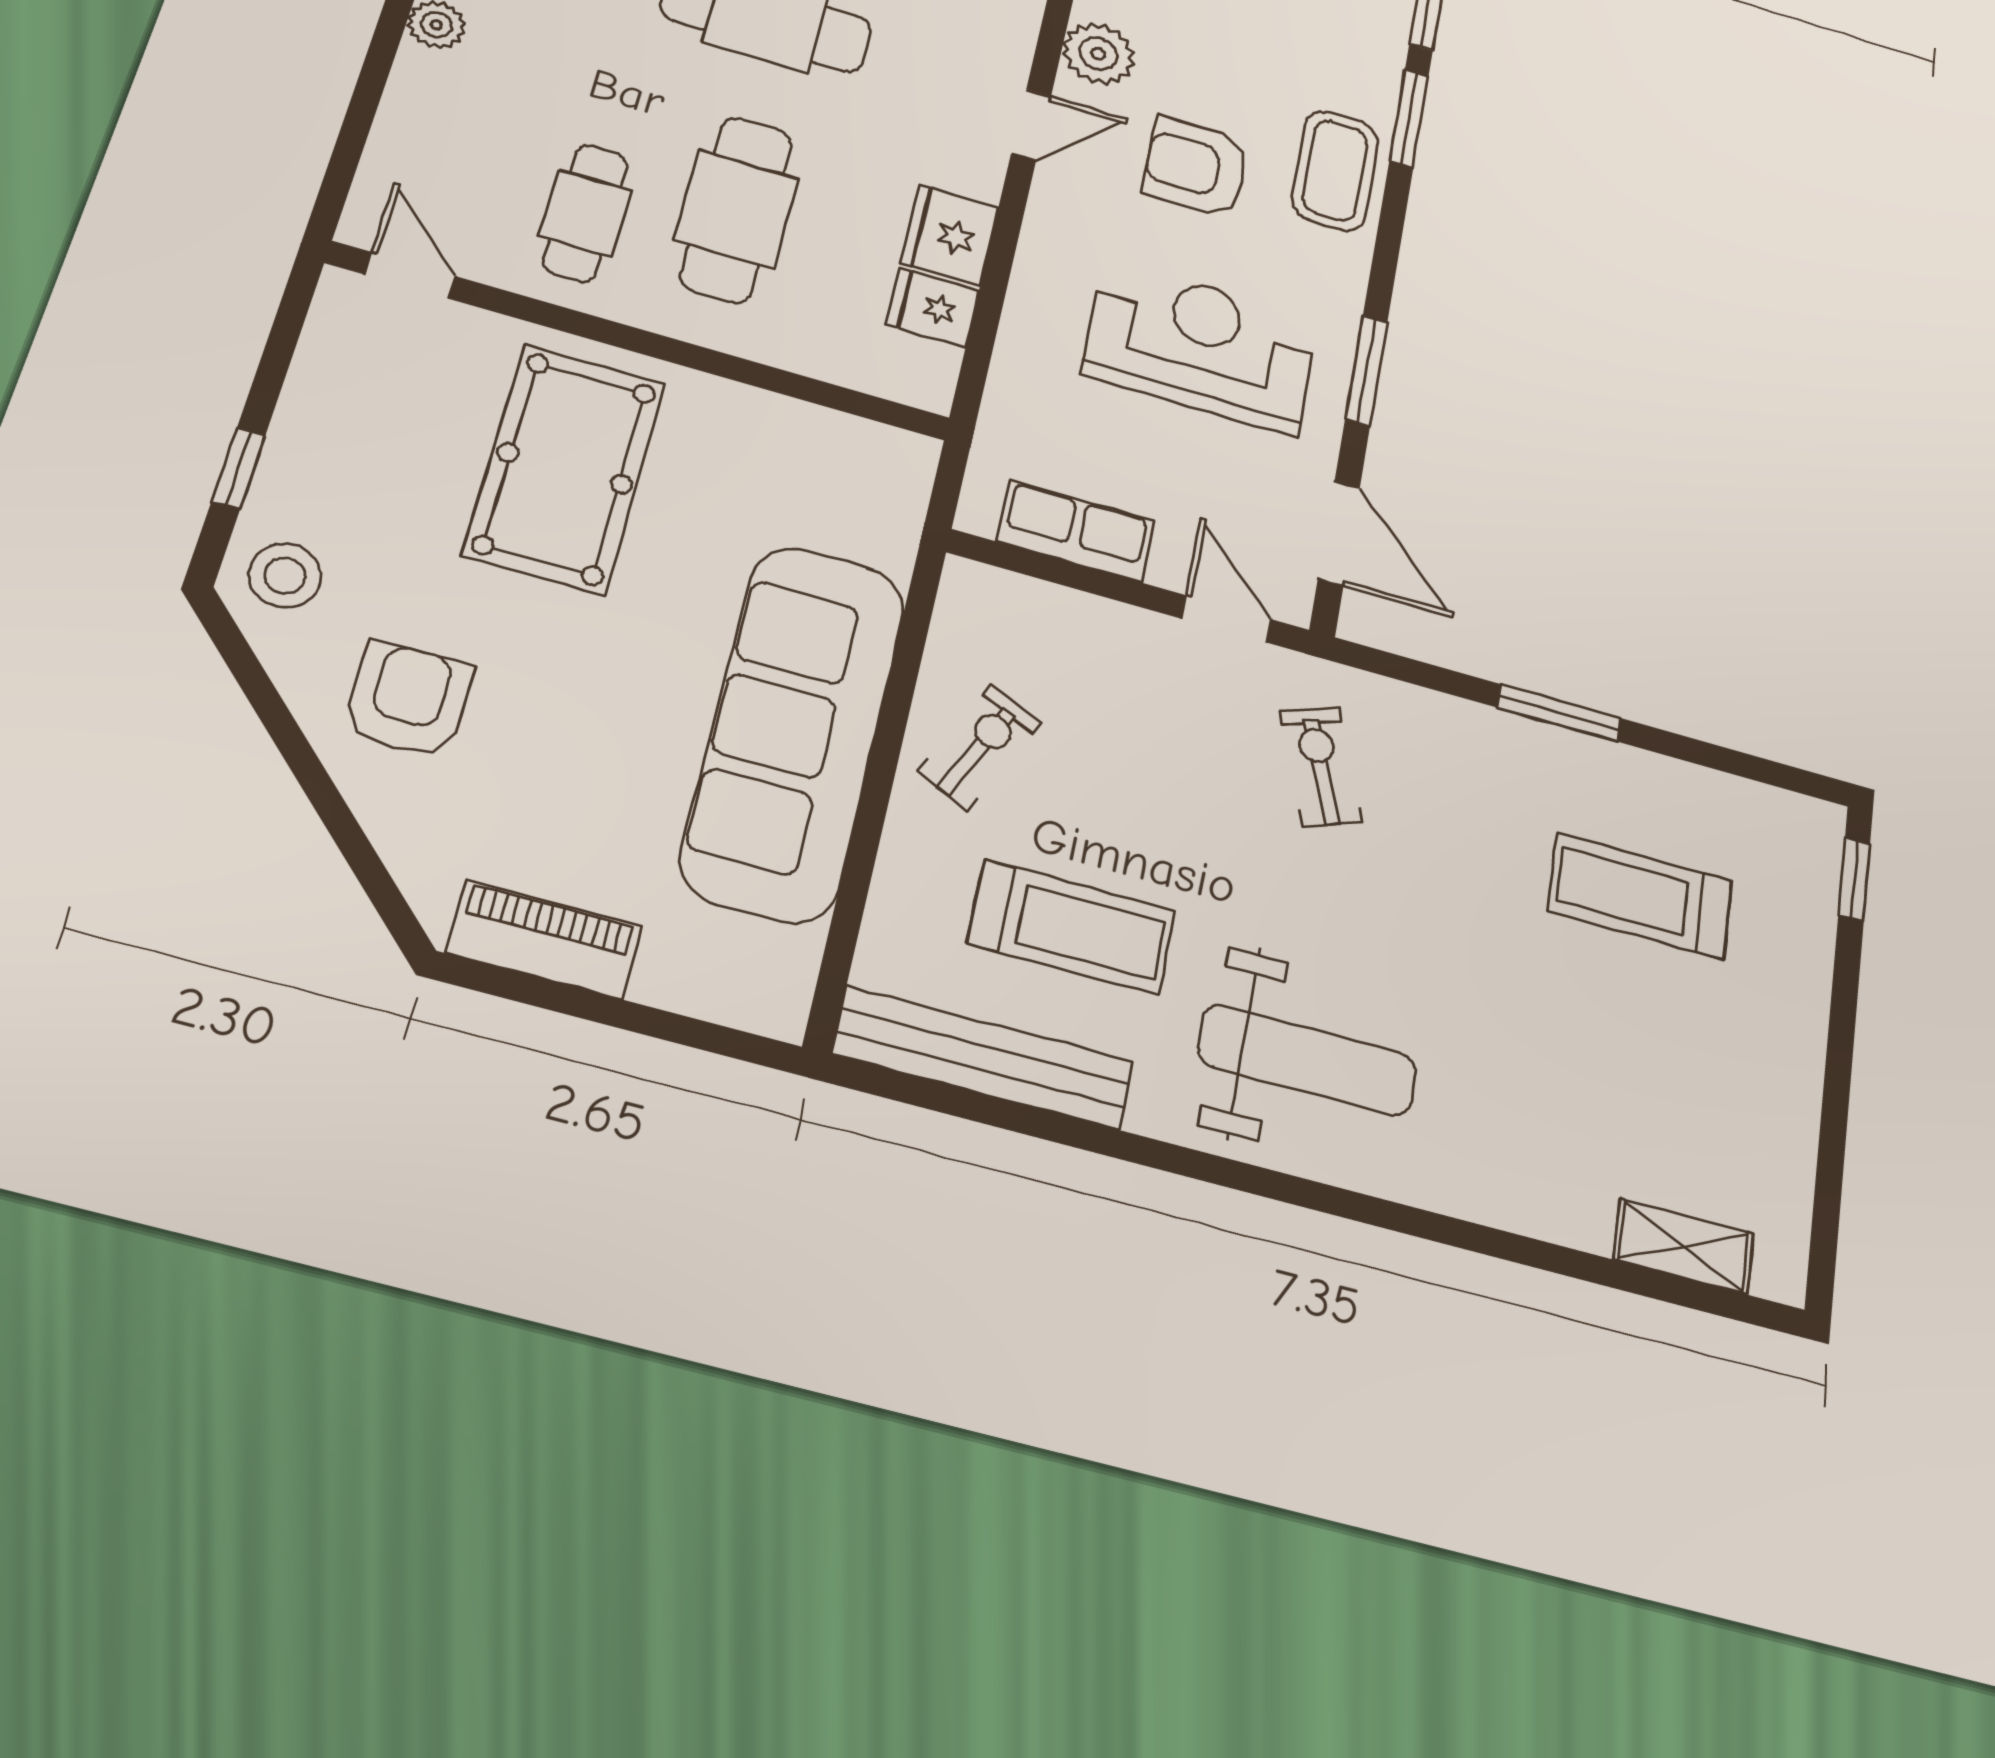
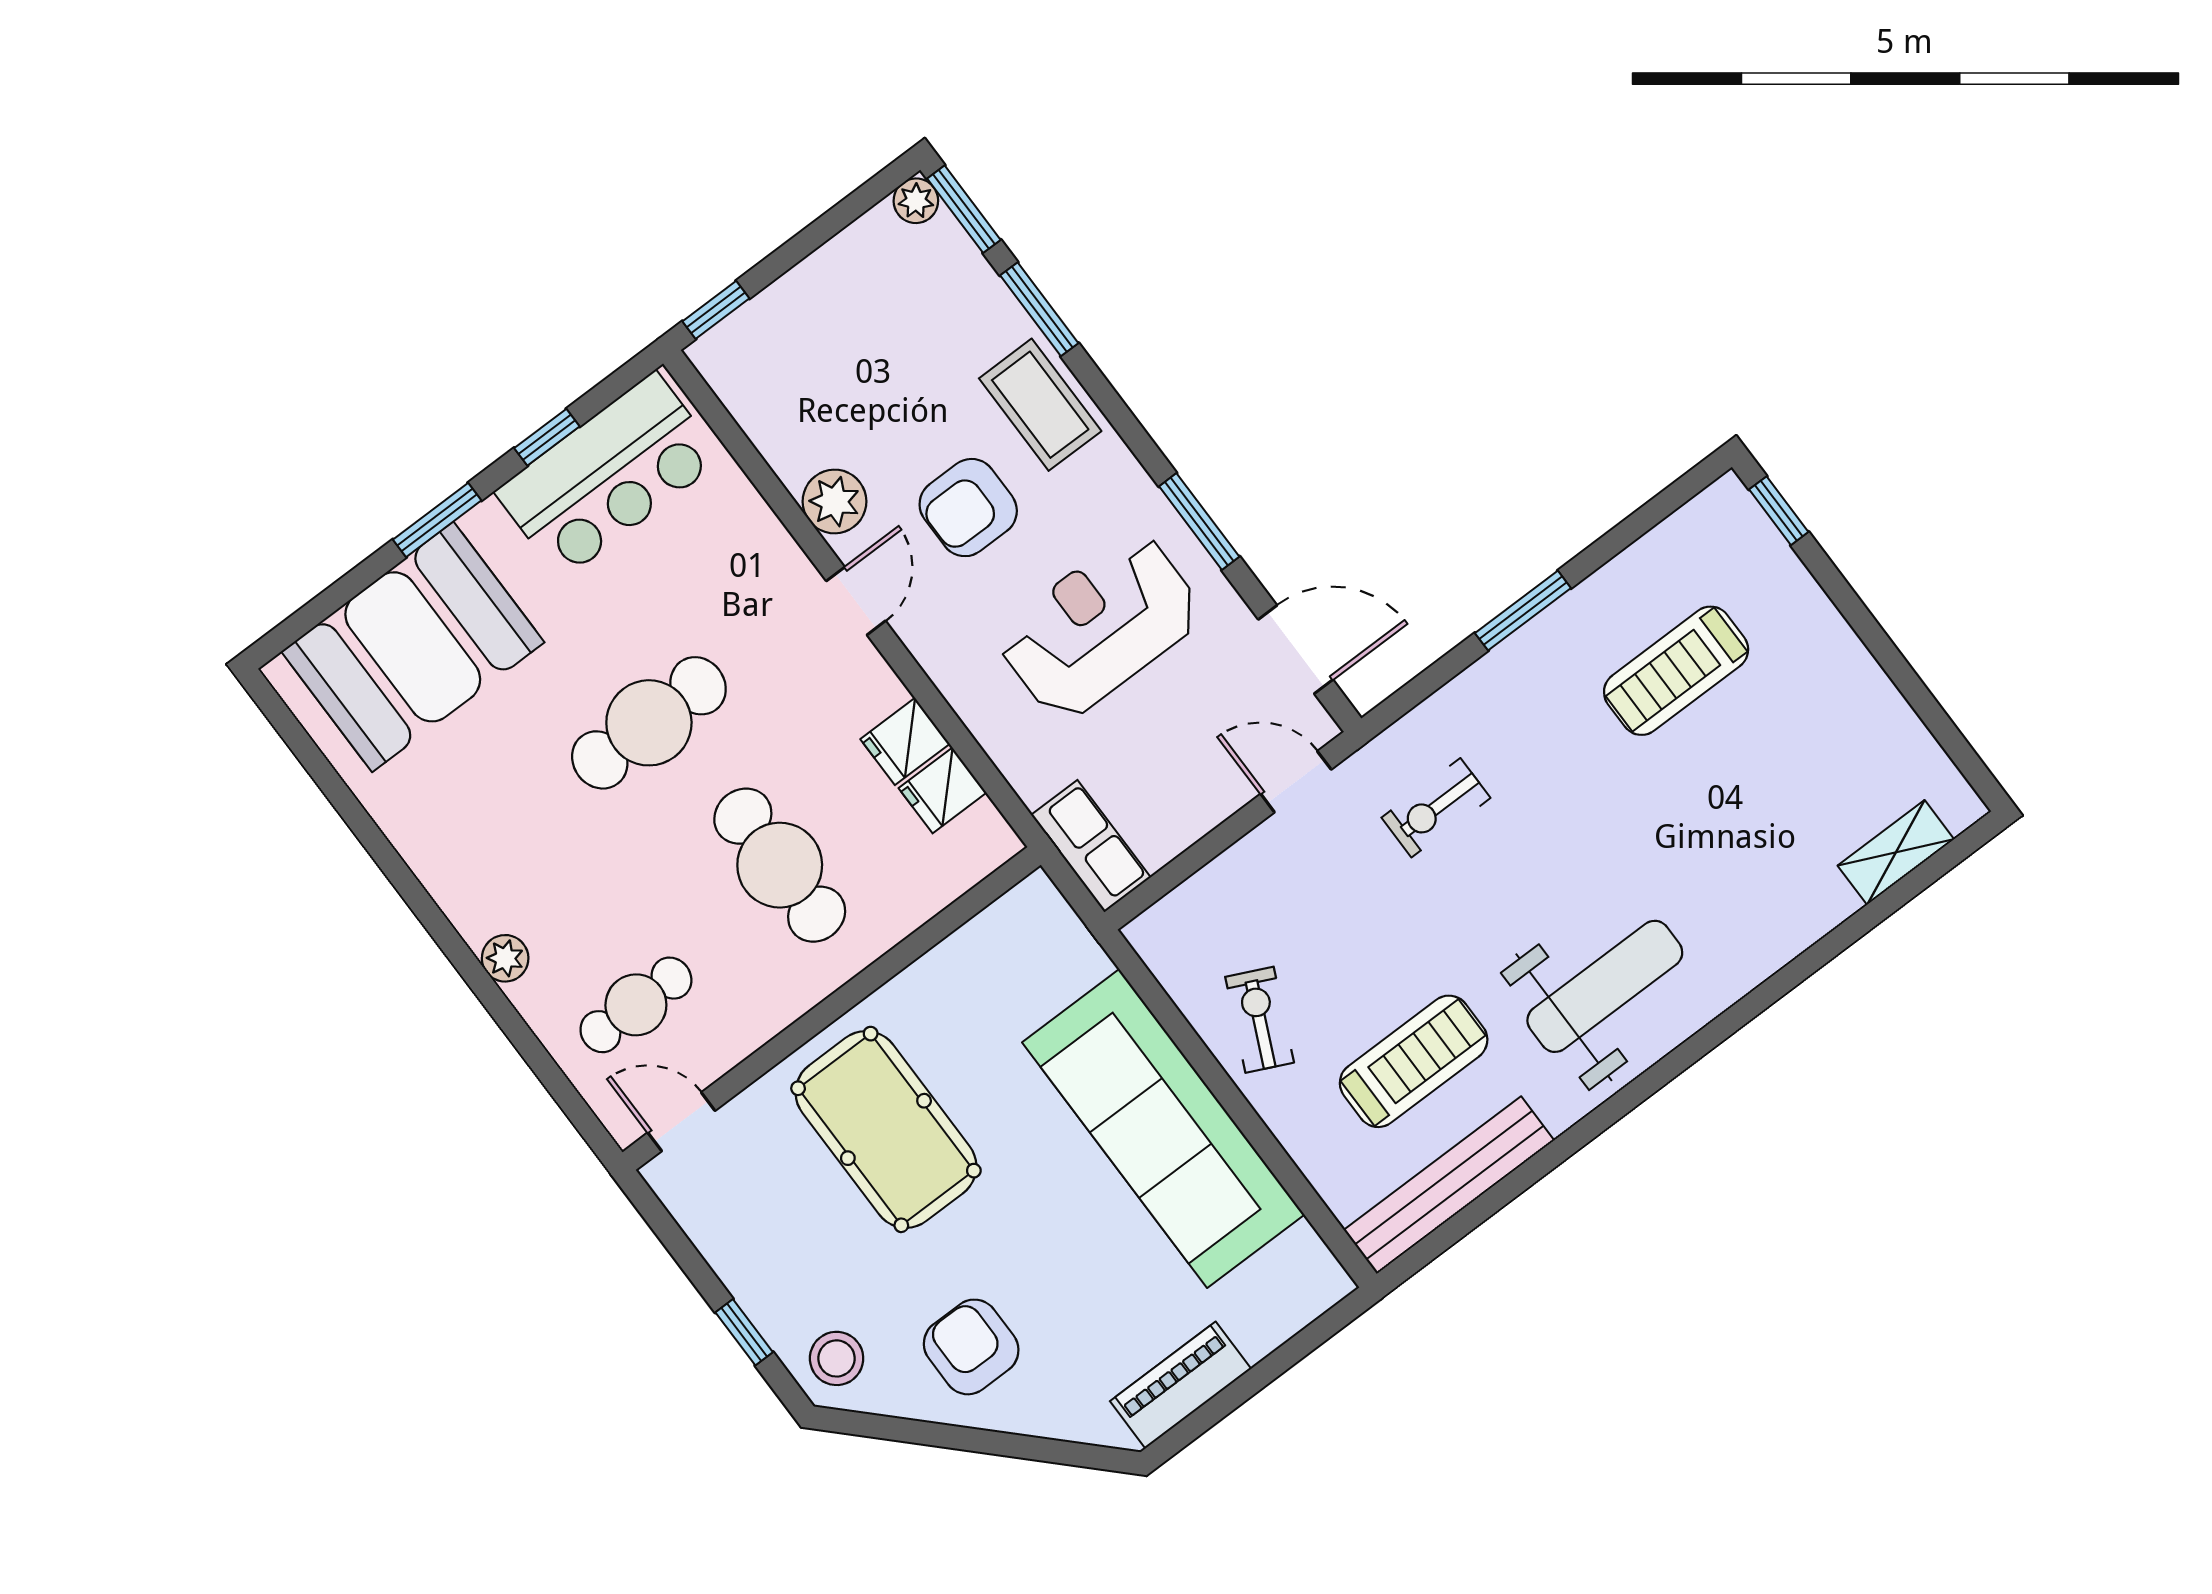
cafe table: (586, 213) -> (636, 1005), moved, turned 90
fridge: (950, 235) -> (905, 741), width x0.72
row of seats: (1076, 531) -> (1091, 846), moved, turned 90
exercise bike: (1321, 766) -> (1436, 808), turned -70

